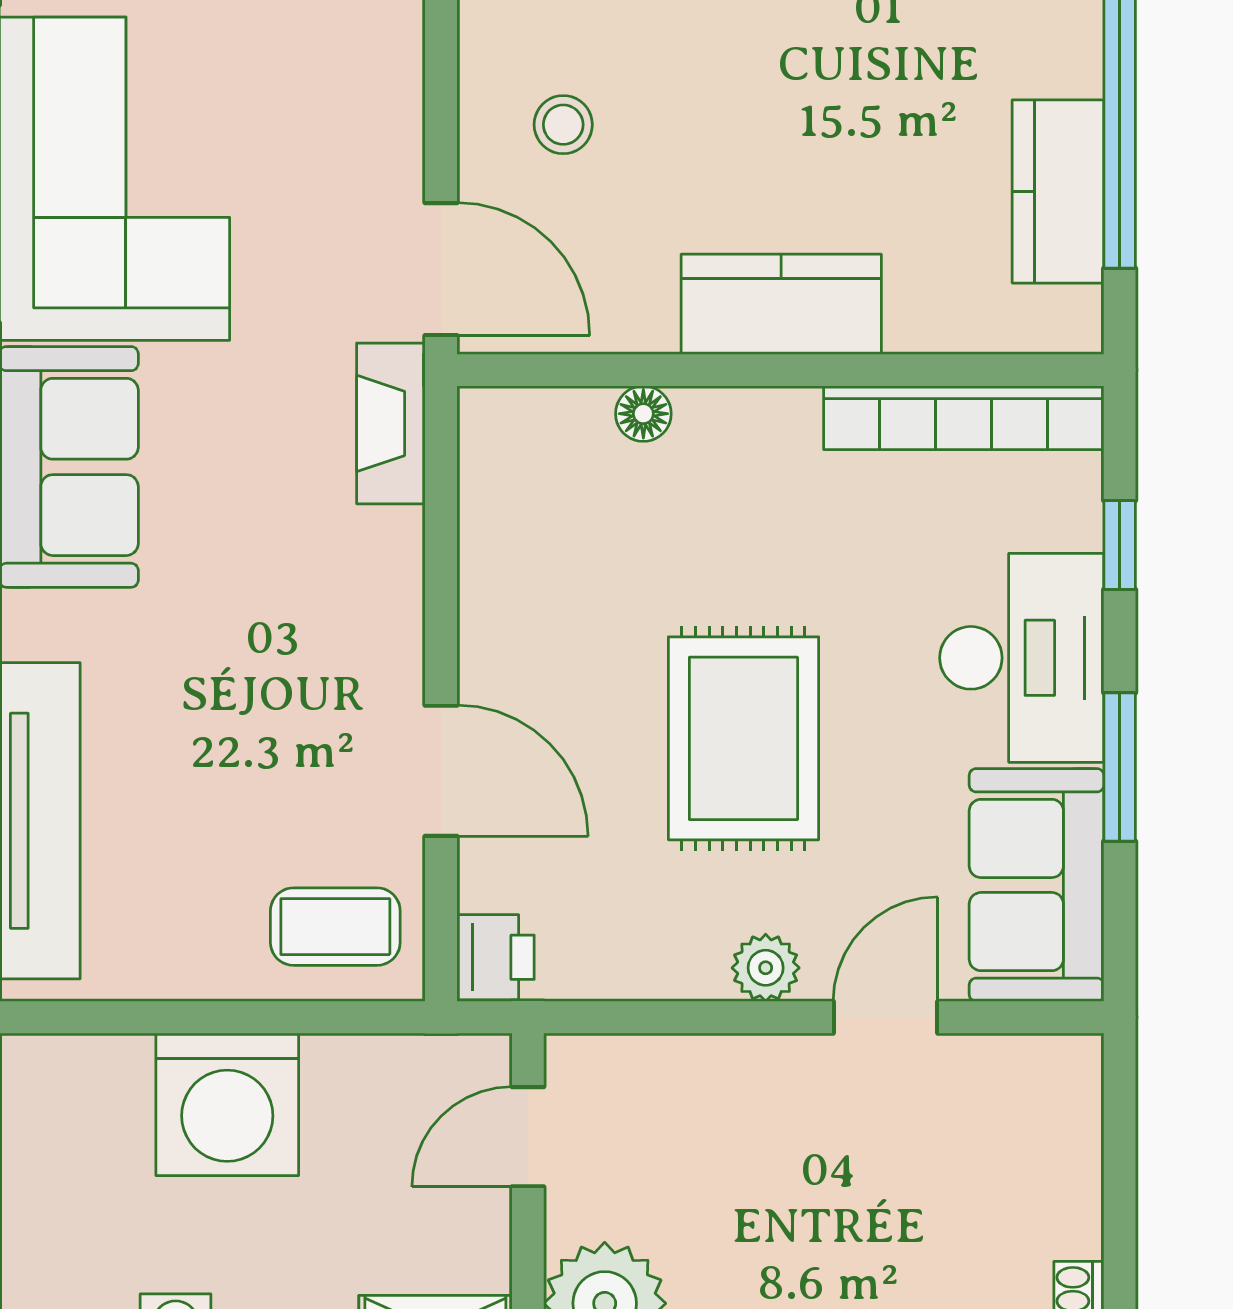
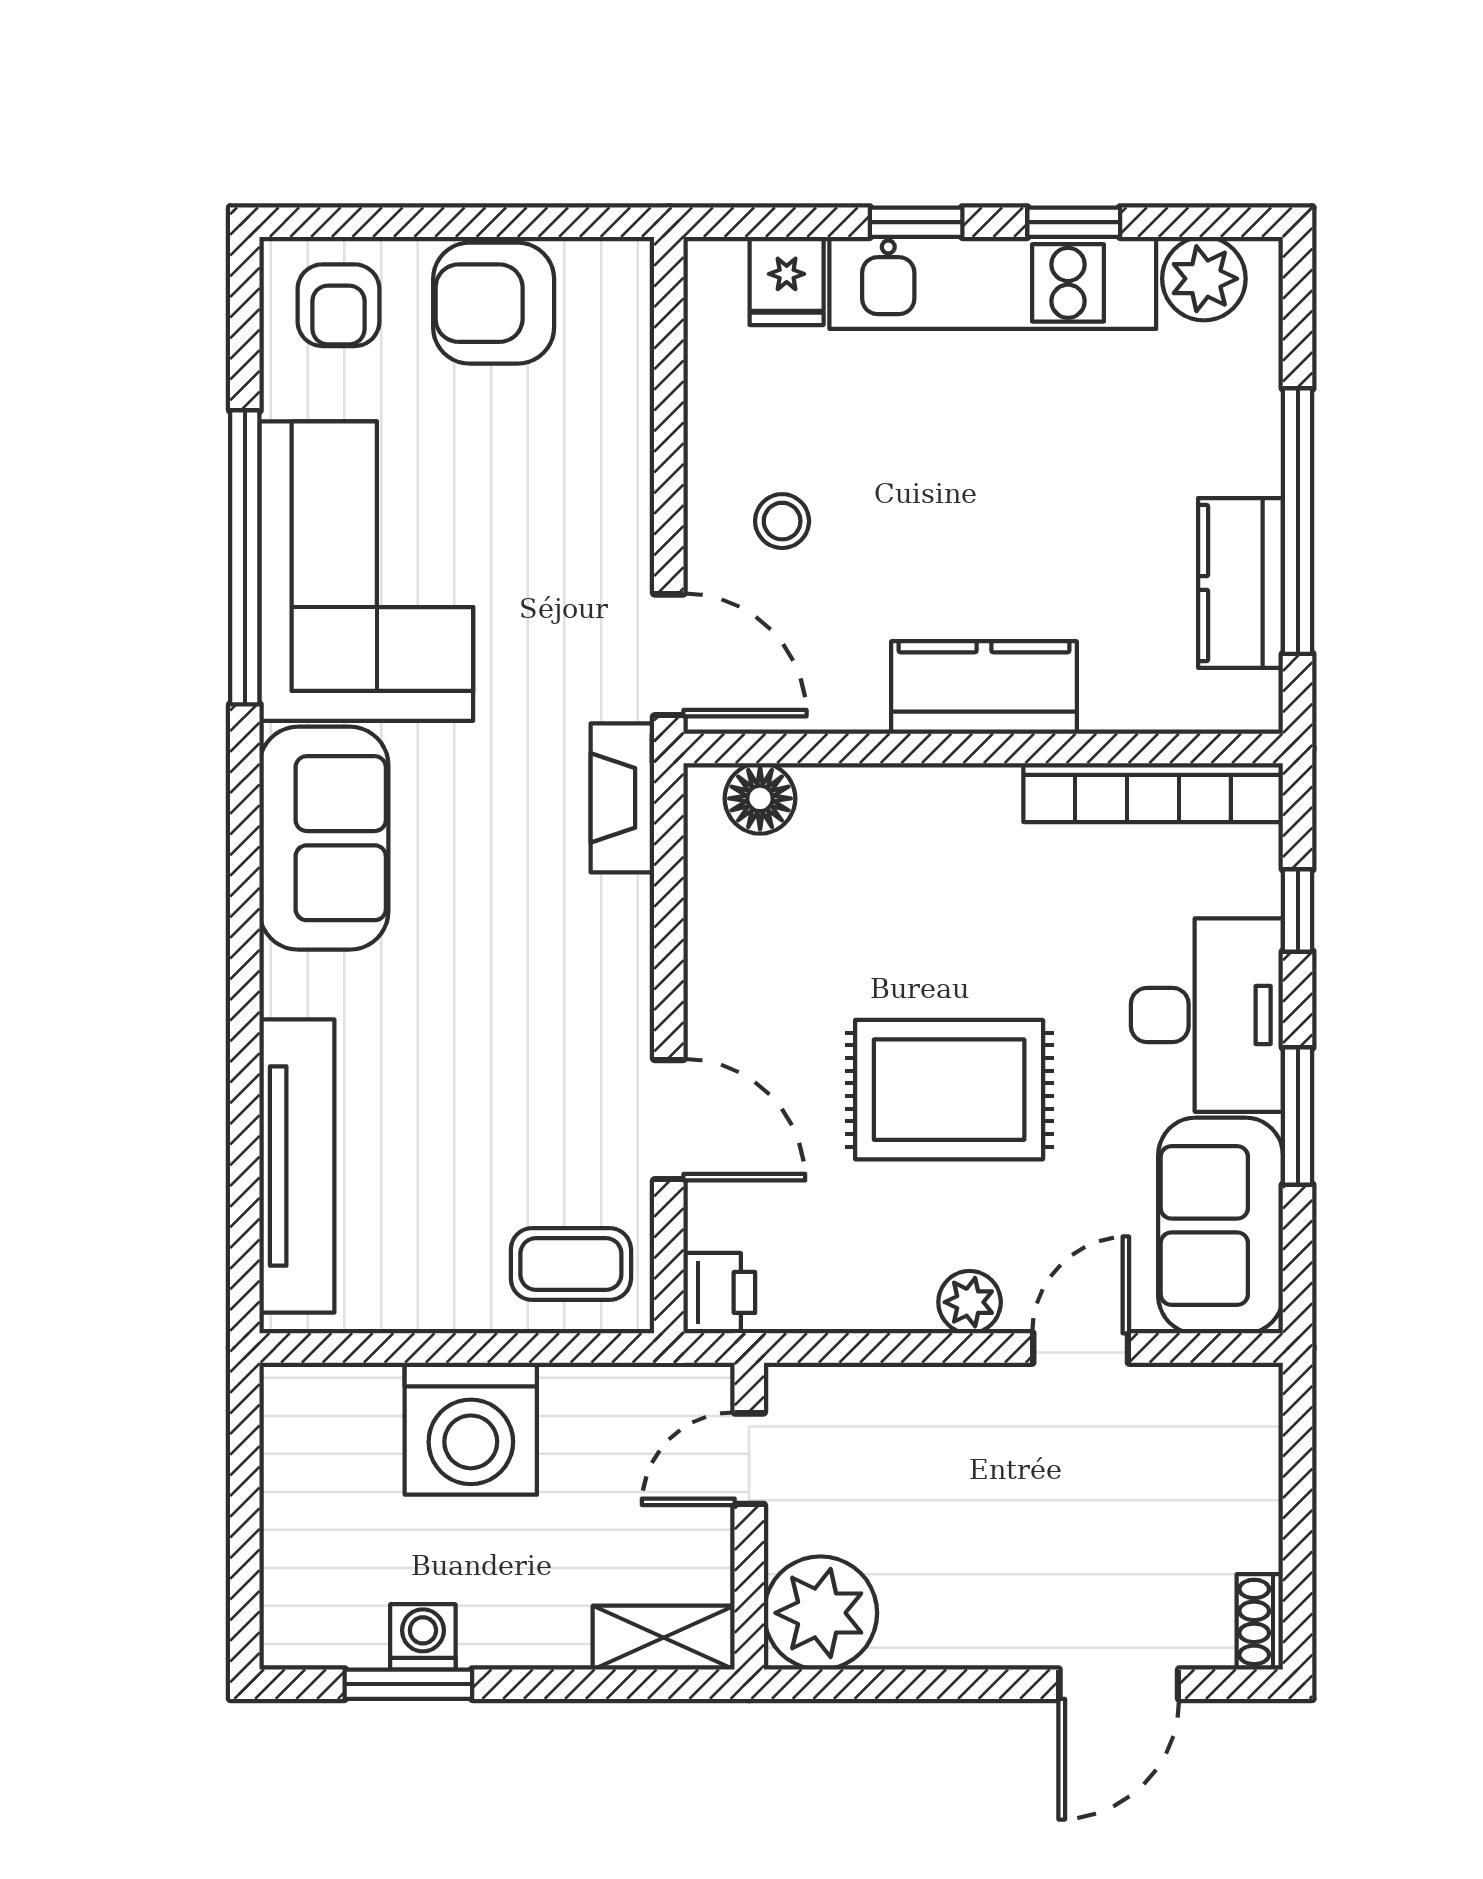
floor lamp: (643, 414) -> (760, 798), moved, width x1.37, depth x1.37
rug: (743, 738) -> (949, 1090), turned 90

